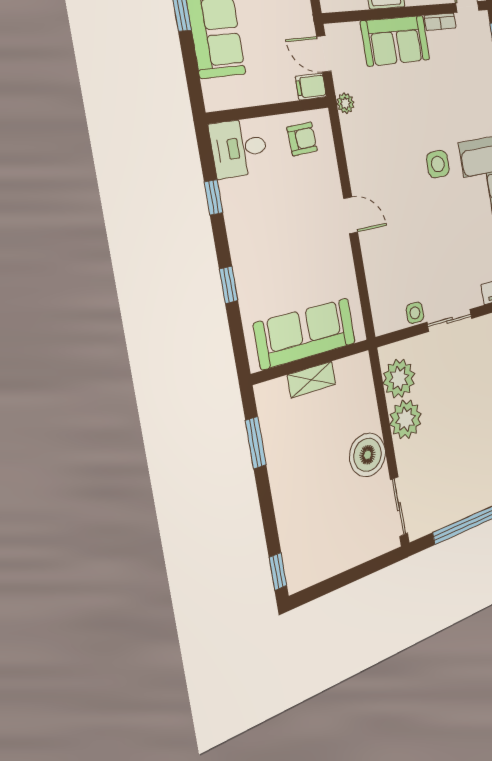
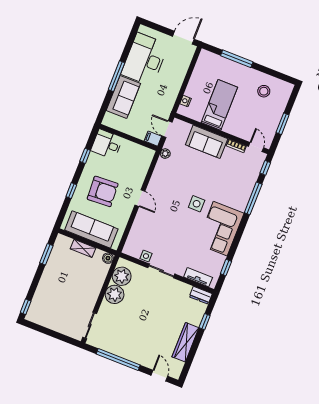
armchair: (302, 139) -> (103, 191), moved, width x1.88, depth x1.88
boiler: (368, 455) -> (108, 258), moved, width x0.54, depth x0.54

